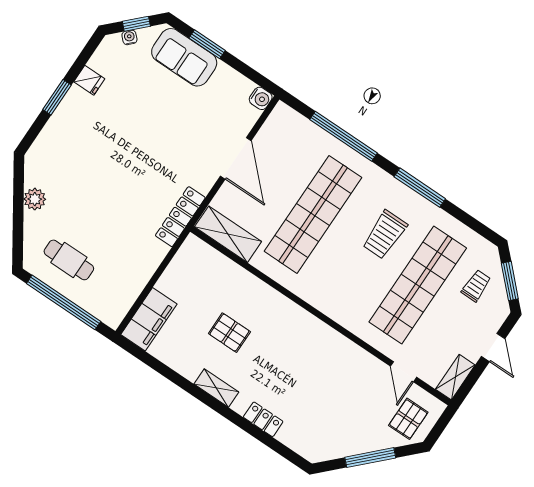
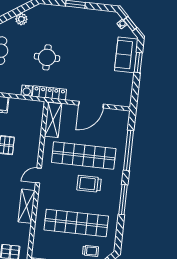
fridge: (89, 80) -> (92, 15), removed
water cooler: (261, 98) -> (27, 91), moved
round table: (120, 190) -> (47, 57), added
trolley: (385, 235) -> (89, 184), moved
shelving: (347, 352) -> (27, 206), added
door: (403, 372) -> (38, 176), moved

